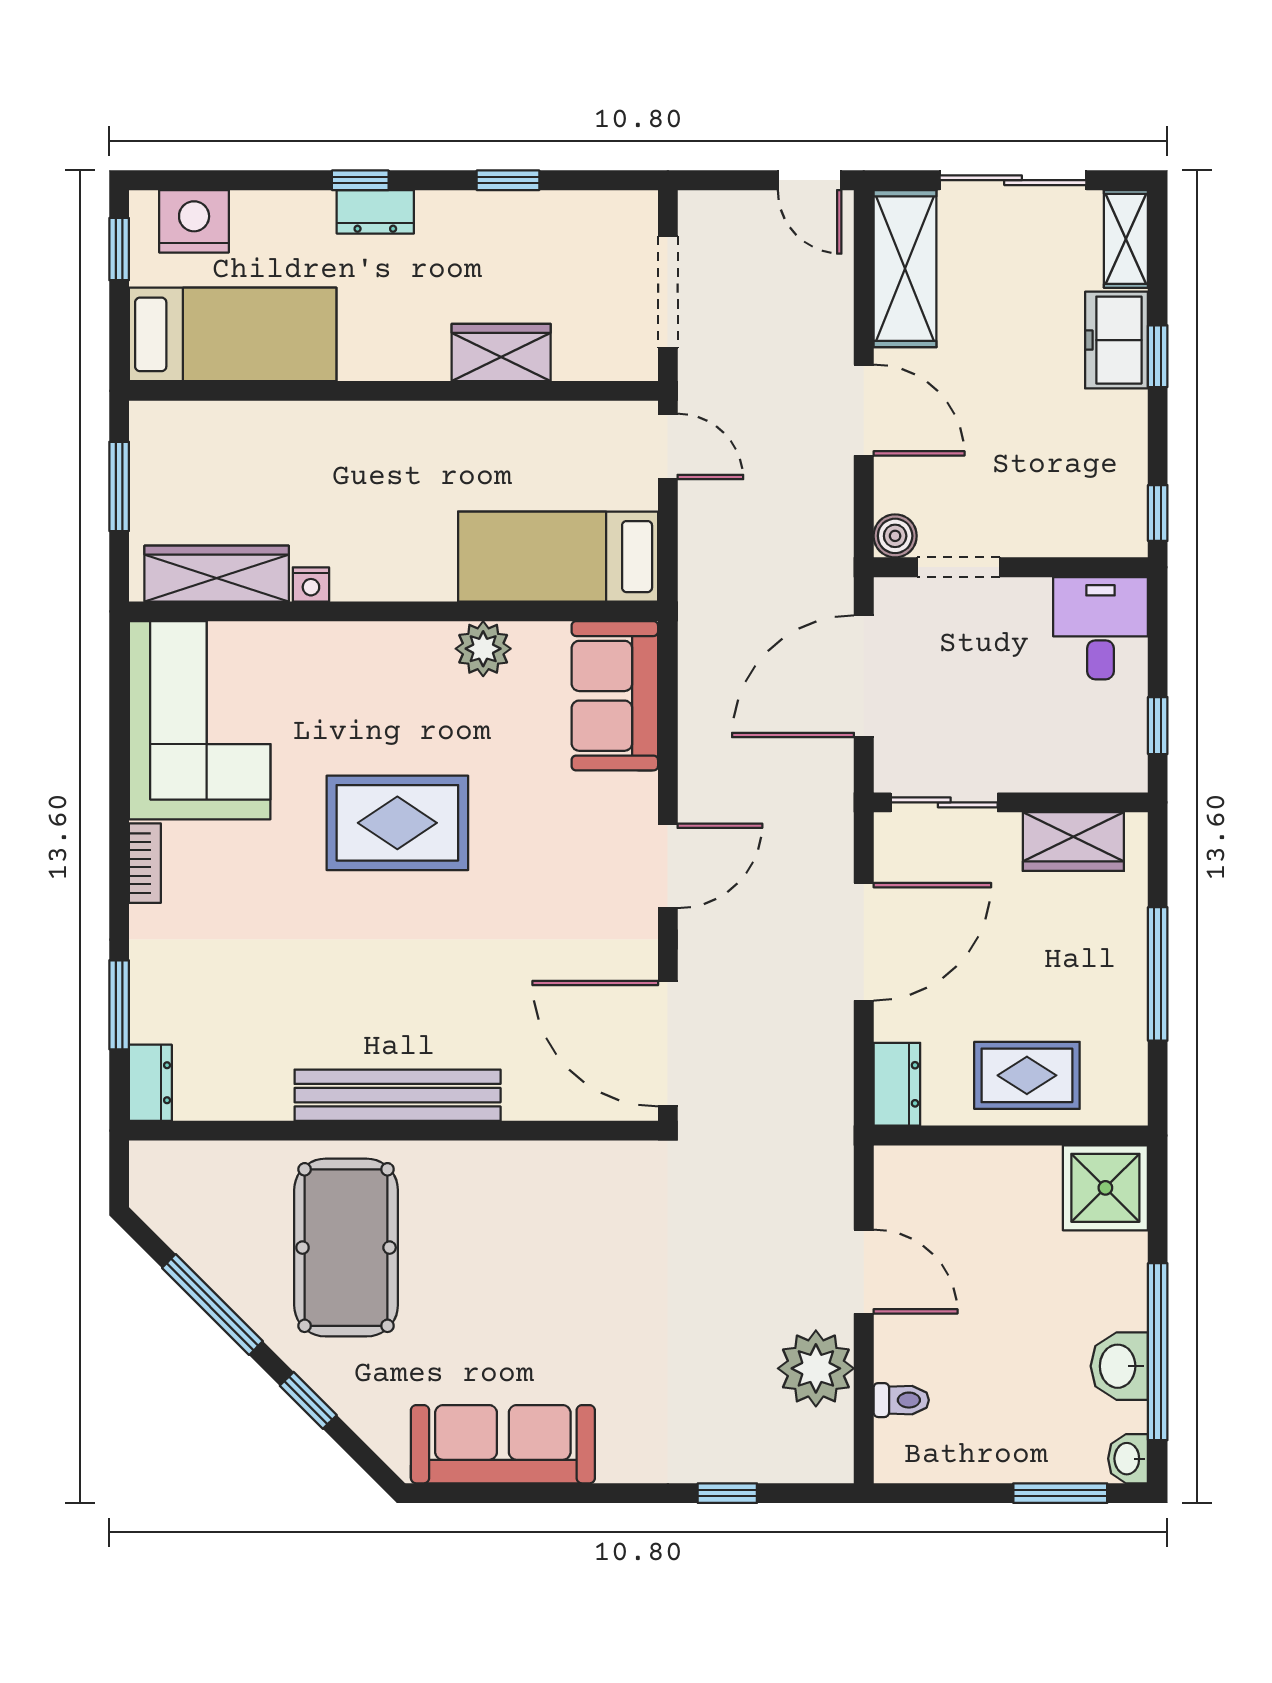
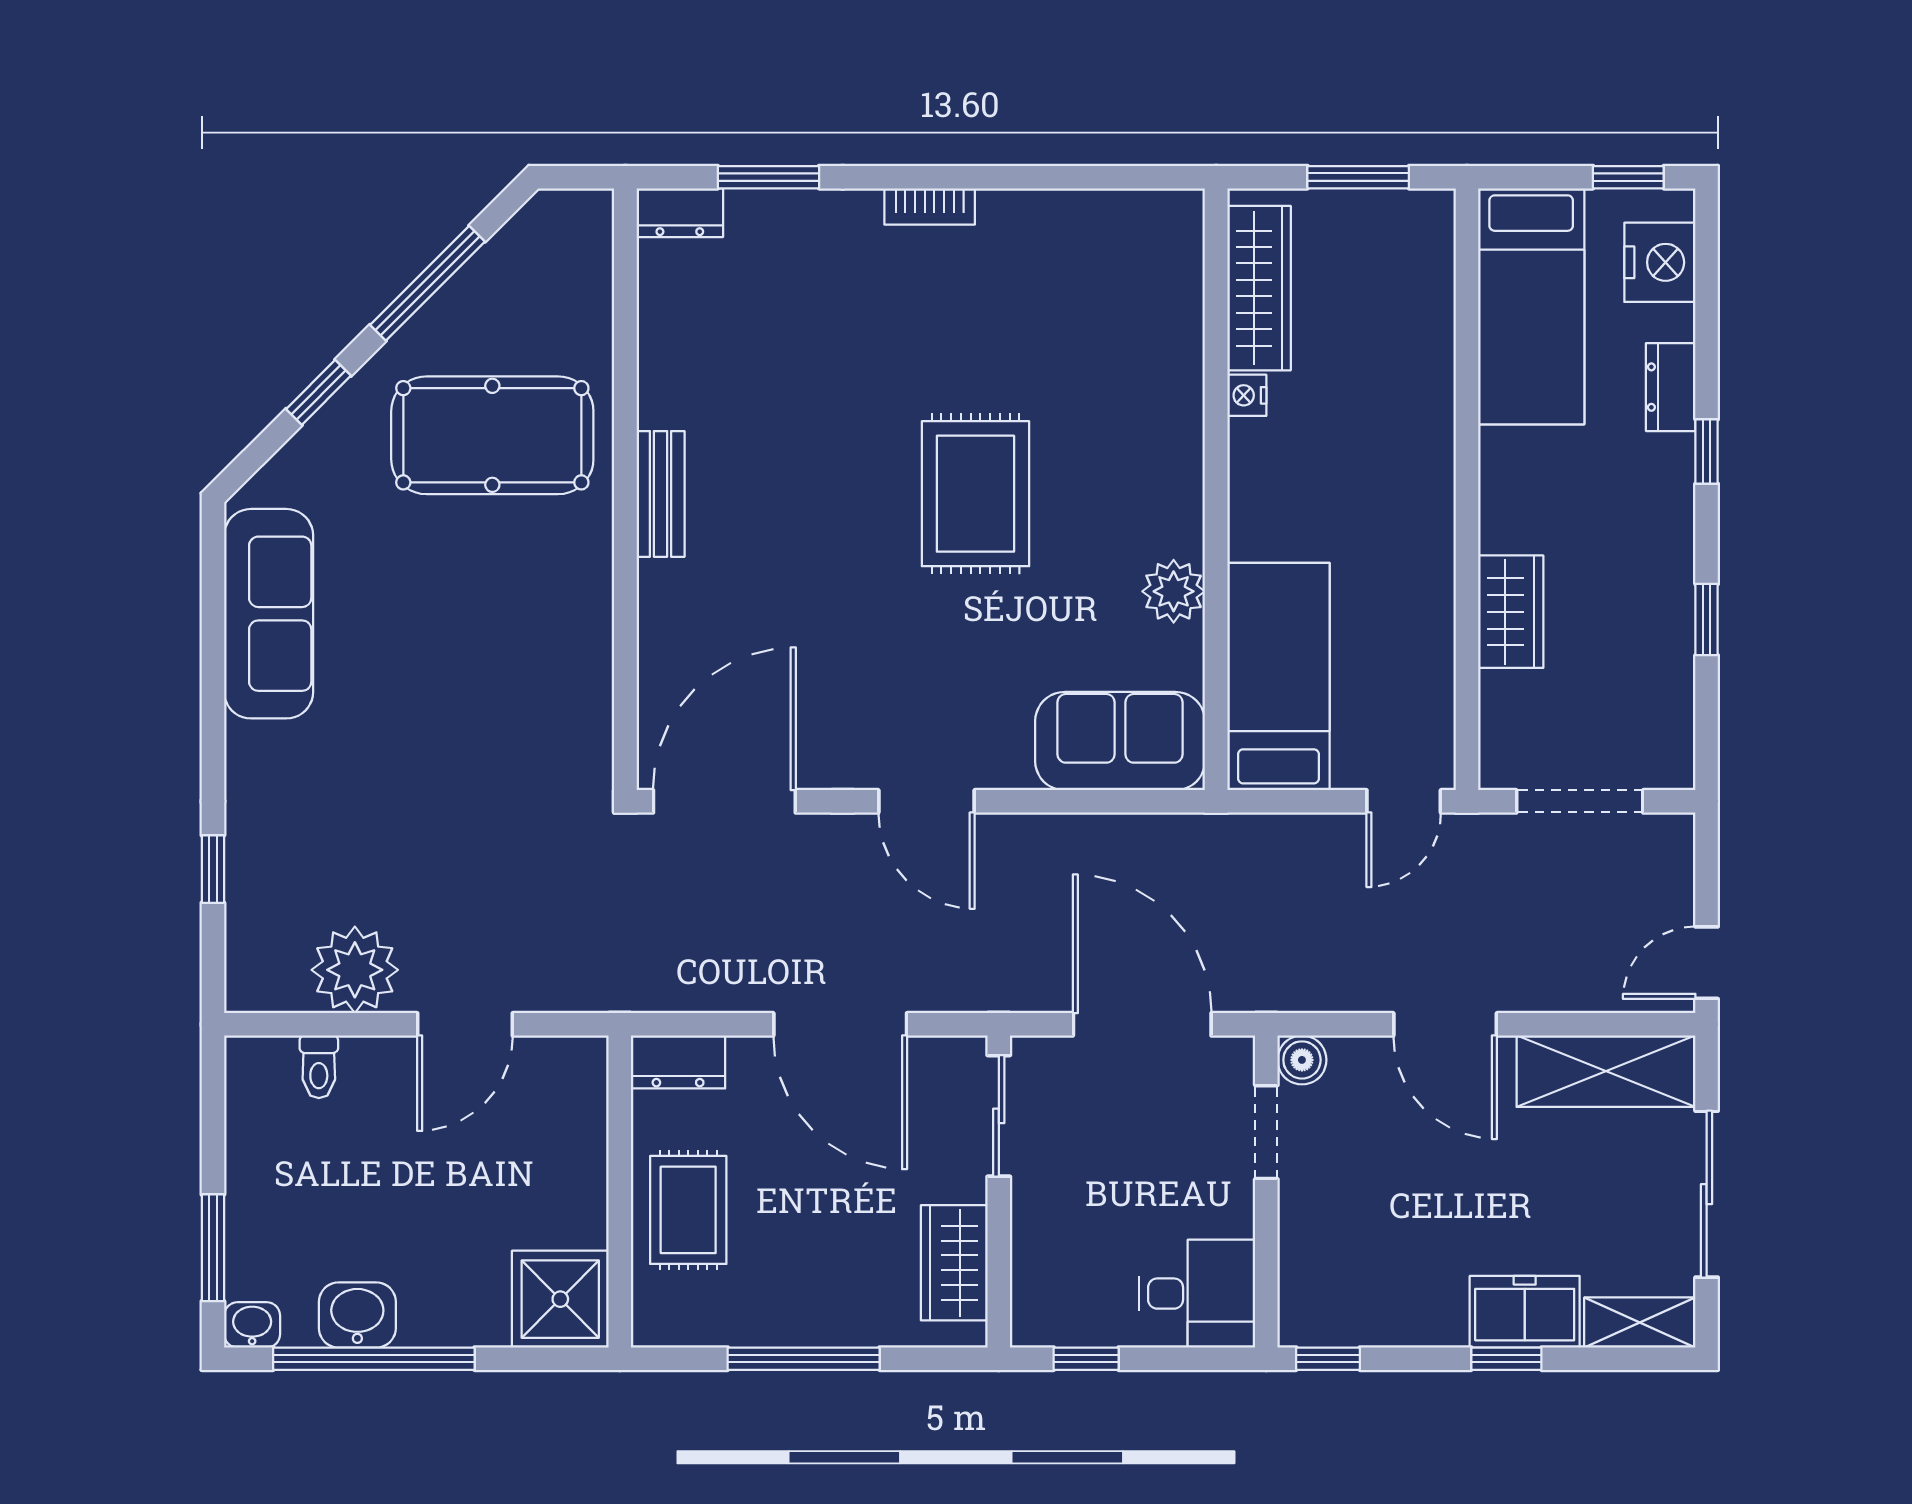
dresser: (375, 212) -> (1671, 387), moved
door: (864, 410) -> (1445, 1024), hinge flipped
corner sofa: (200, 720) -> (1092, 269), removed
bench: (398, 1095) -> (661, 494), width x0.54, depth x0.82

